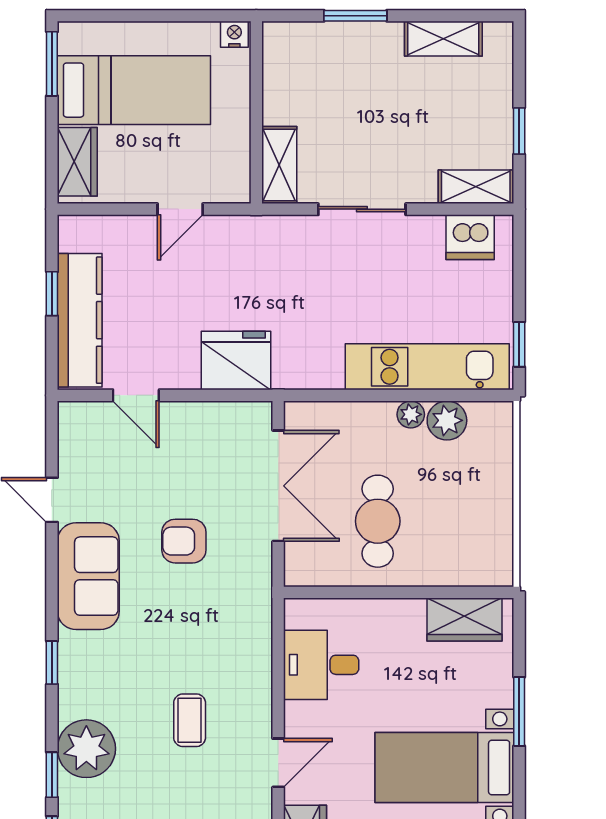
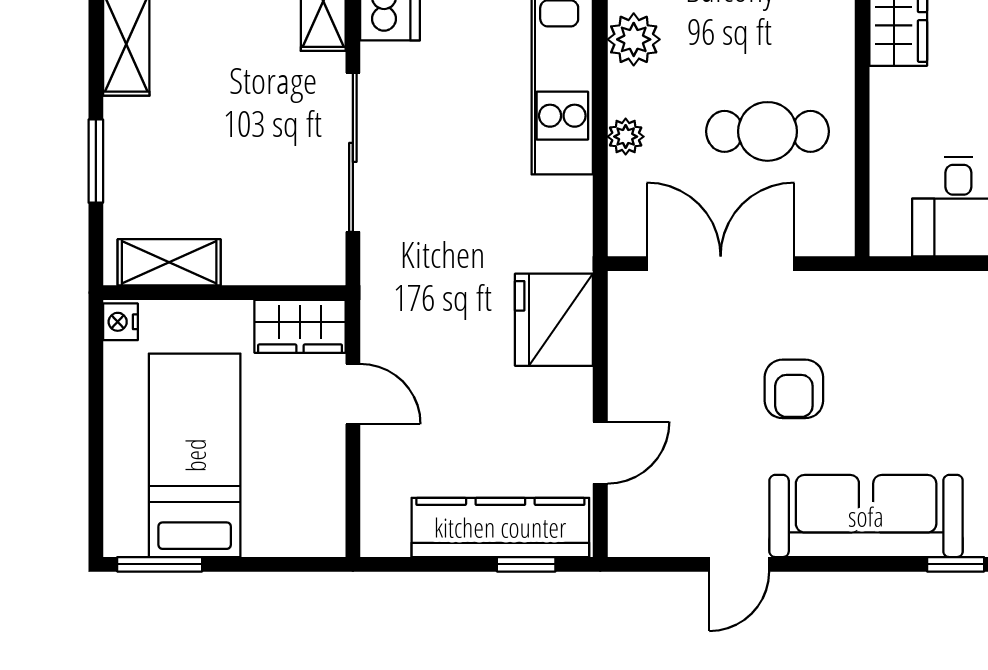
wardrobe: (77, 162) -> (300, 326), moved, turned 180
shelving: (279, 165) -> (169, 262), moved
sliding door: (362, 209) -> (353, 152), width x1.37
window: (52, 294) -> (526, 564), moved
plant: (411, 414) -> (626, 137), moved
sofa: (88, 576) -> (866, 516), width x1.36

